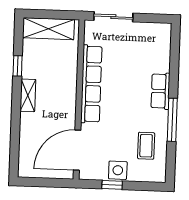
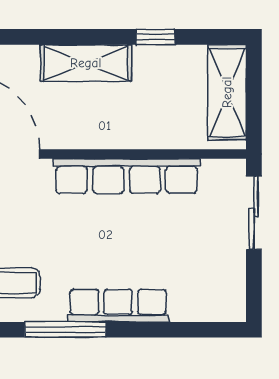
row of seats: (160, 91) -> (118, 306), width x1.48
shelving: (28, 95) -> (86, 63), width x1.50, depth x1.33

